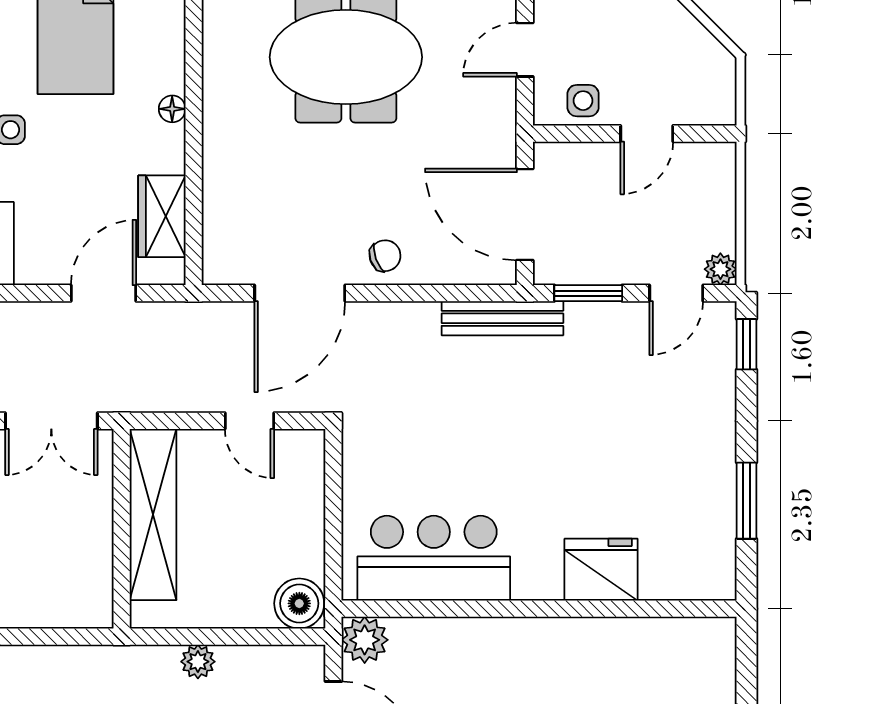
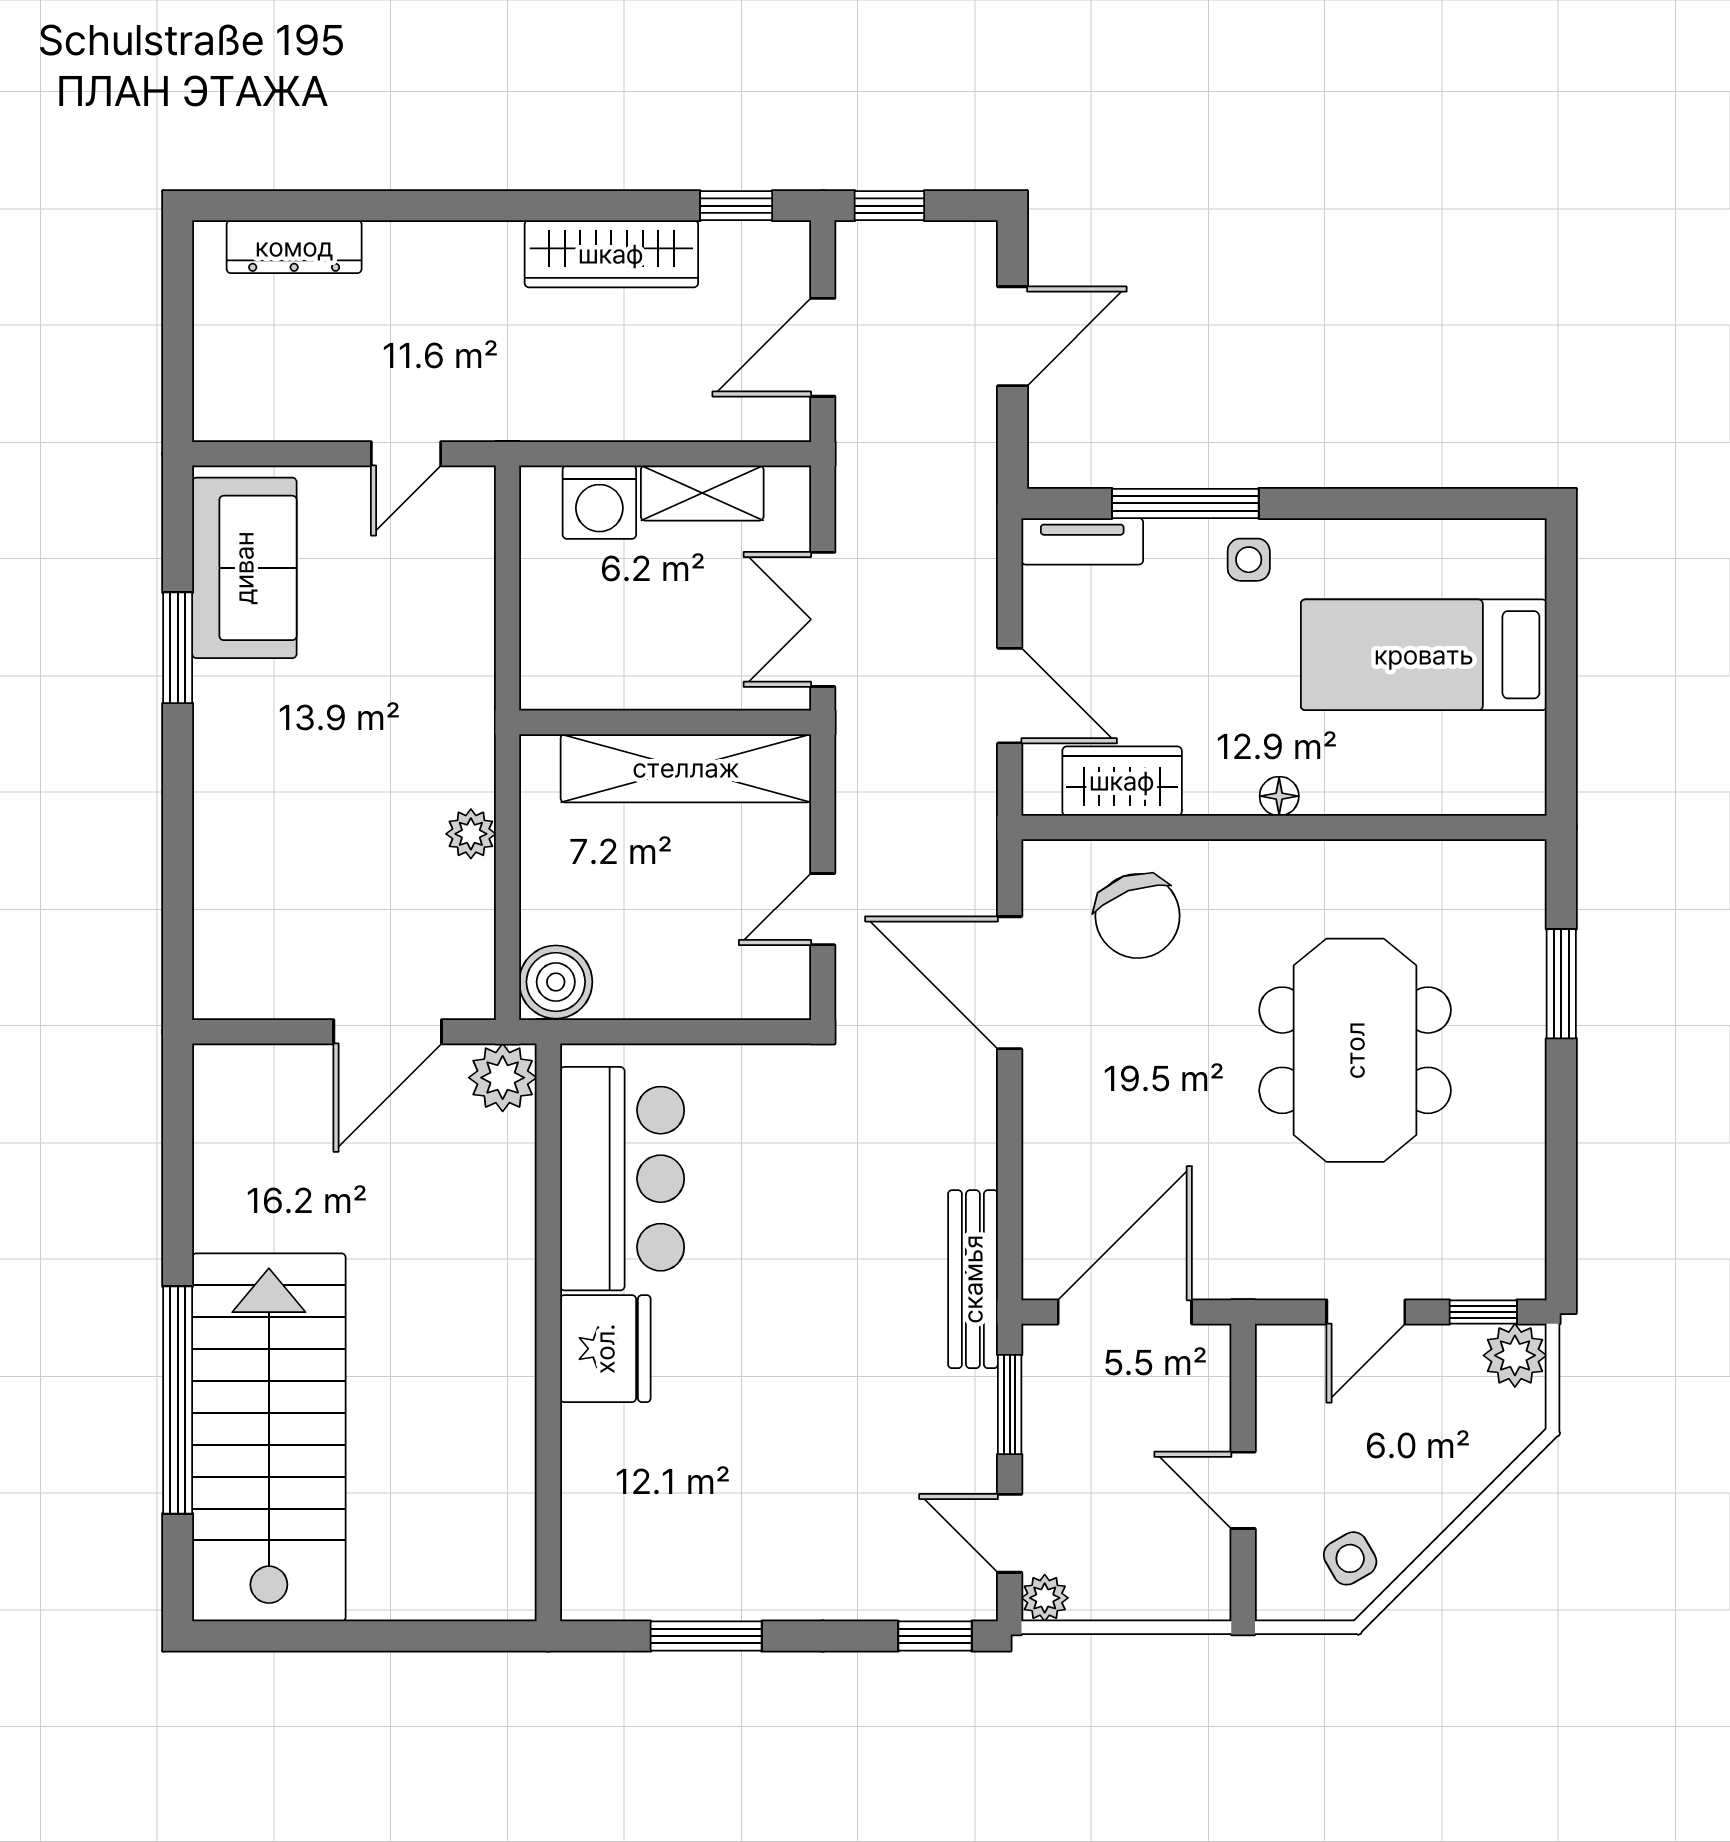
door: (525, 50) -> (1366, 1312), swing flipped
side table: (583, 101) -> (1350, 1558), moved, turned -30
chair: (385, 256) -> (1138, 916), moved, width x1.87, depth x1.87
fridge: (601, 570) -> (605, 1349), moved

